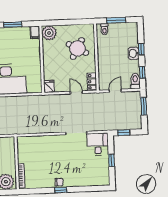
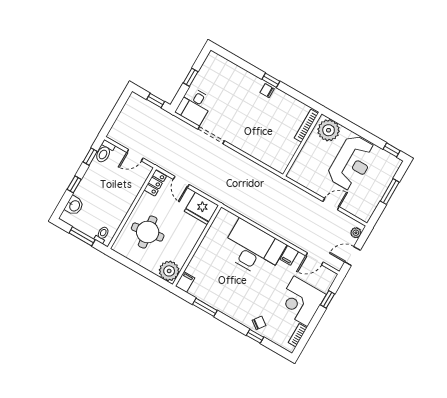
round table: (77, 48) -> (148, 232), turned -37
washbasin: (134, 53) -> (74, 206), moved
fridge: (49, 86) -> (201, 208), width x1.88, depth x1.34
window: (144, 106) -> (113, 116), removed

